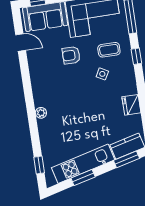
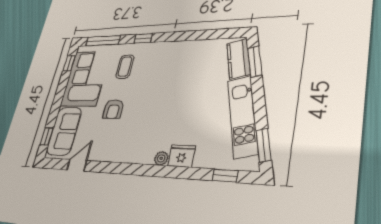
side table: (102, 74) -> (146, 77), removed
fridge: (131, 105) -> (182, 156), moved, turned 180
window: (83, 177) -> (263, 145), moved

